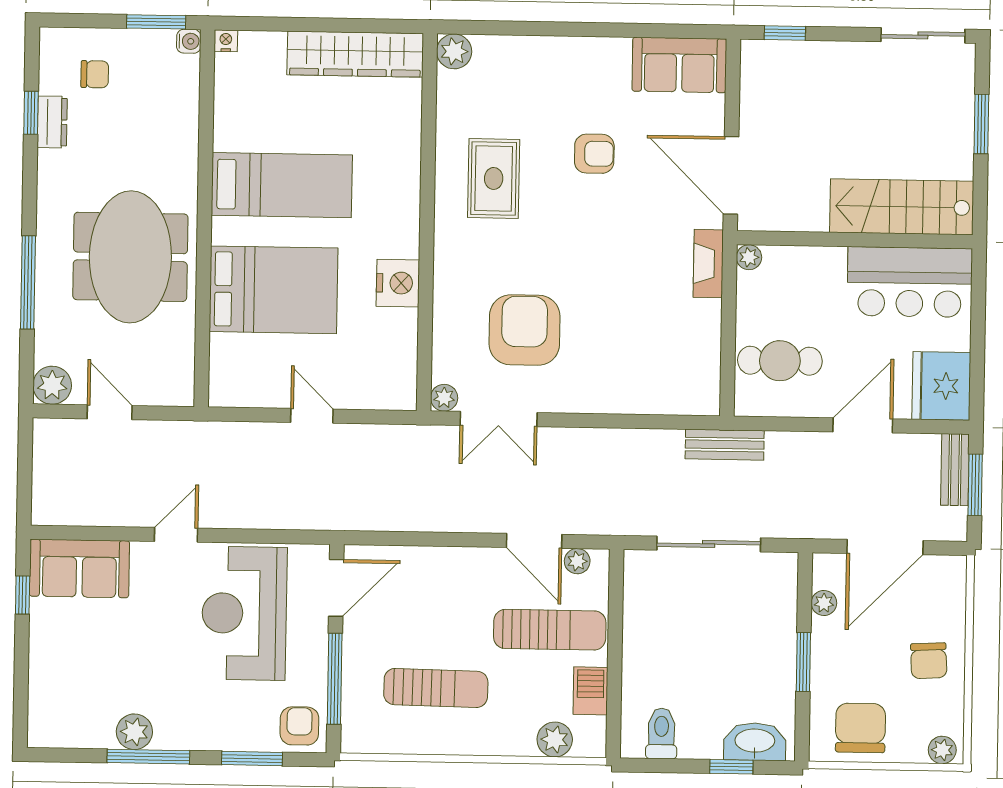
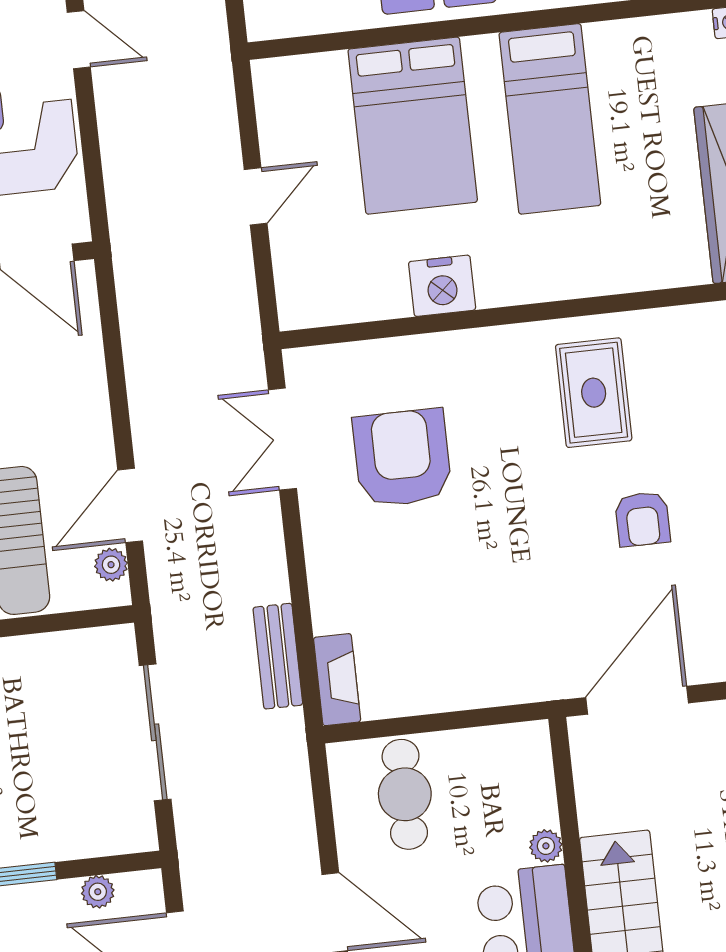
rug: (494, 178) -> (594, 393), turned 90
plant: (749, 257) -> (546, 846), moved
fireplace: (708, 264) -> (337, 680), moved, turned 90
armchair: (525, 330) -> (402, 458), turned -90
plant: (444, 398) -> (301, 365), removed
bench: (725, 445) -> (278, 656), moved

